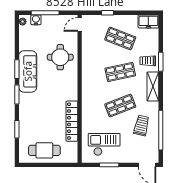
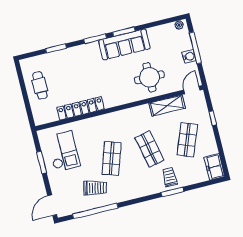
water cooler: (36, 20) -> (189, 56), moved
door: (80, 24) -> (192, 90), hinge flipped
shelving: (153, 87) -> (167, 106), moved
shop shelf: (120, 106) -> (112, 158), turned 39
cafe table: (44, 150) -> (40, 85), width x0.73, depth x0.74

